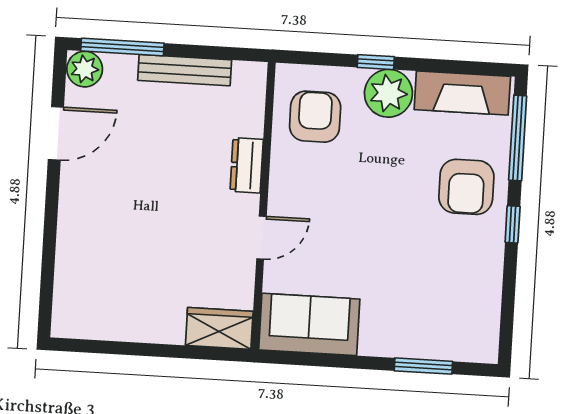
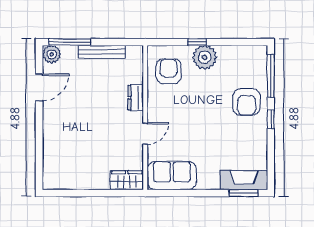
fireplace: (462, 93) -> (244, 180), moved, turned 180
window: (423, 366) -> (244, 193), moved

